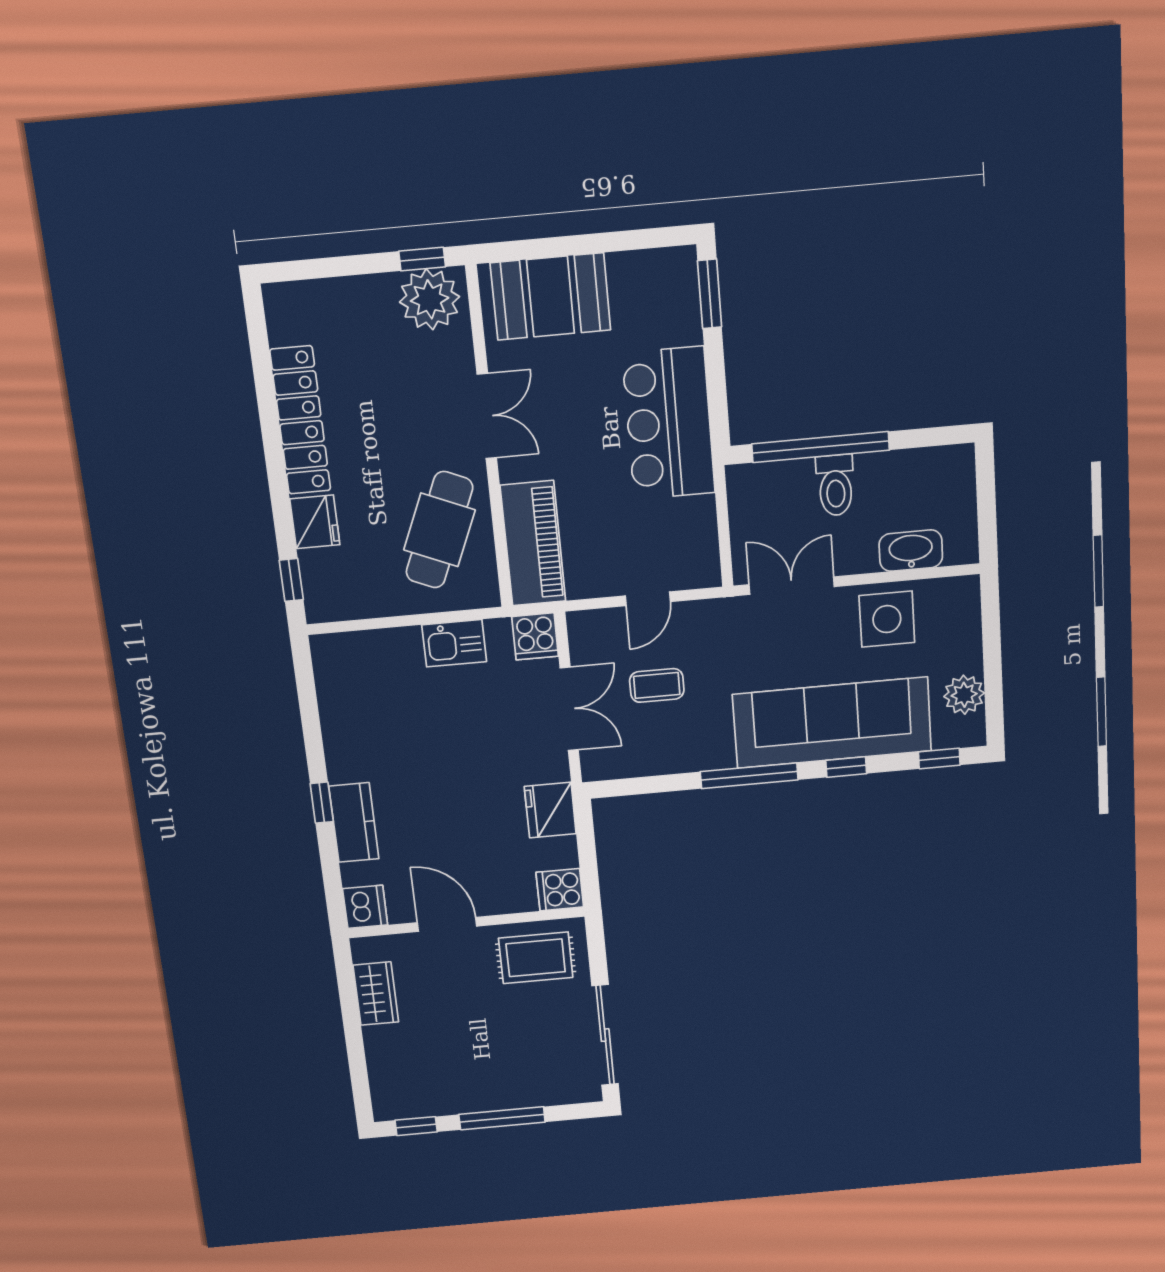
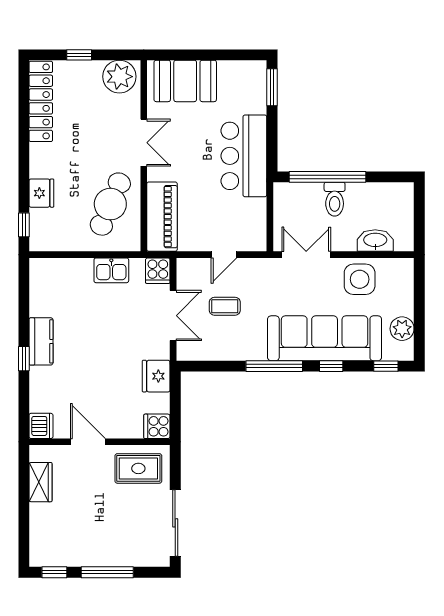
window: (422, 259) -> (79, 55), moved
locker: (300, 420) -> (41, 101), moved
kitchen counter: (354, 823) -> (41, 341), moved

